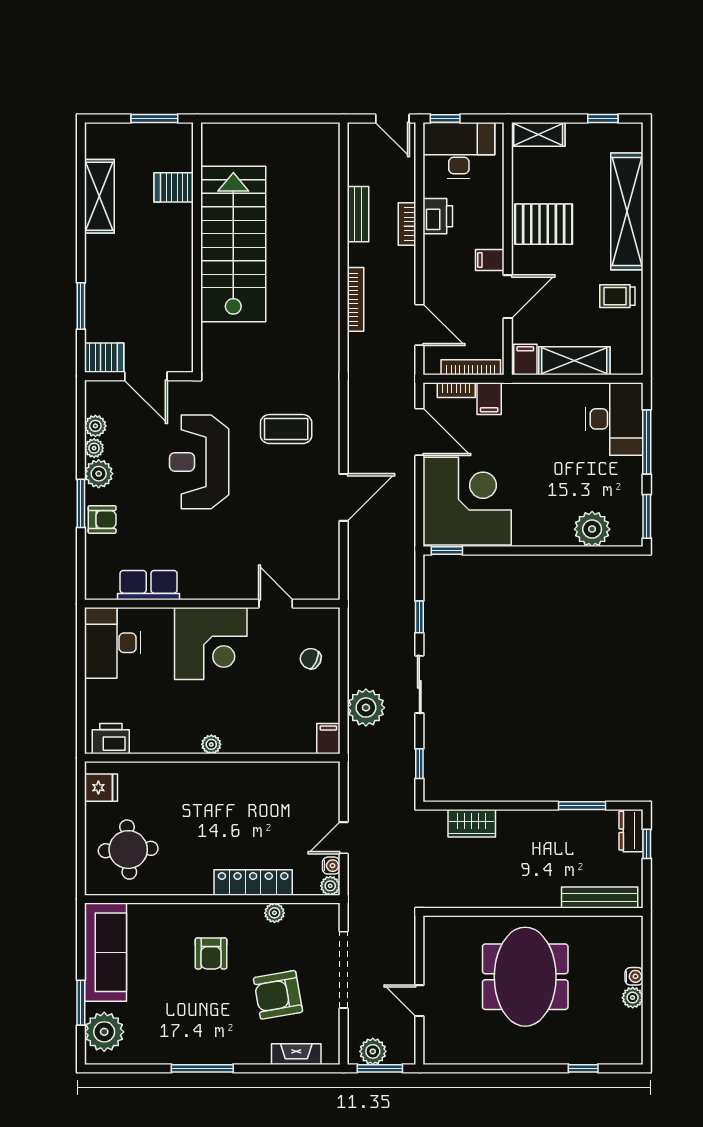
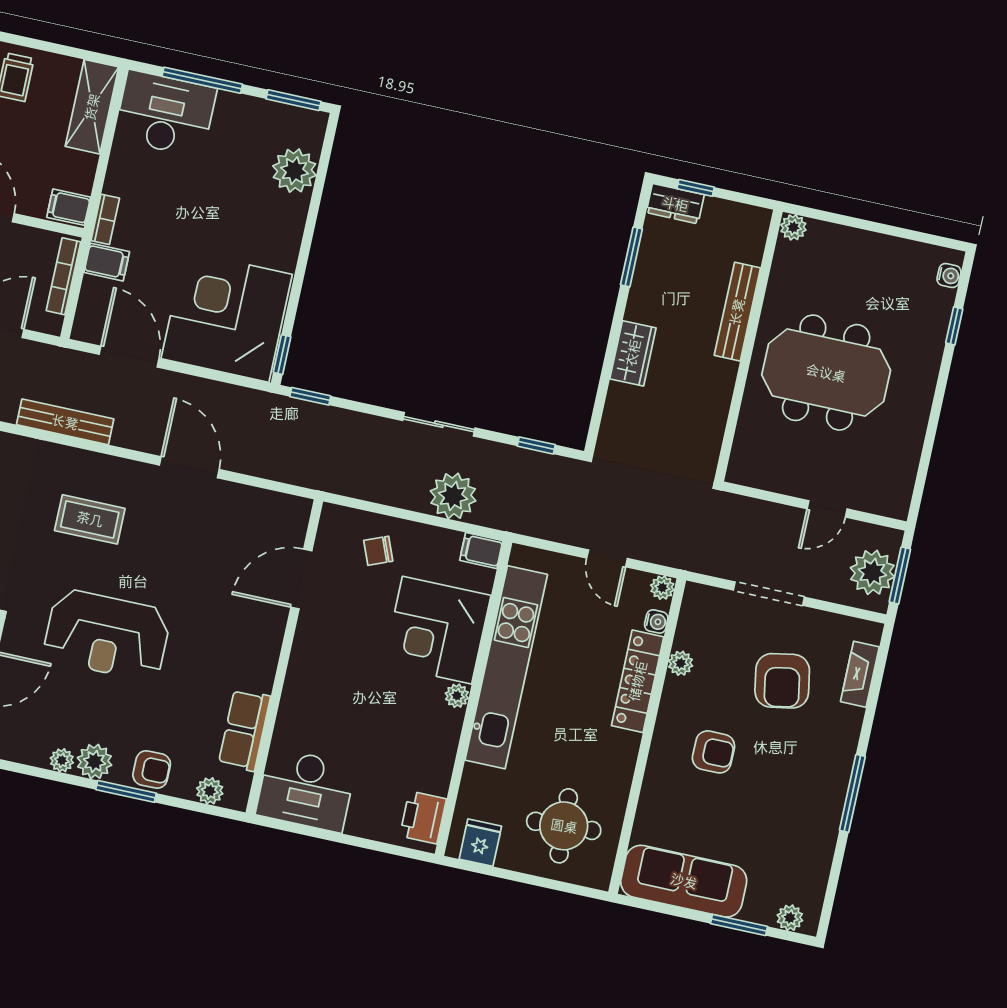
shelving: (574, 361) -> (92, 107), moved
bookcase: (456, 390) -> (105, 219), moved
bench: (358, 393) -> (65, 422), added
plant: (95, 426) -> (210, 791), moved
coffee table: (286, 429) -> (90, 519), turned 90
door: (419, 432) -> (129, 357), hinge flipped
armchair: (102, 520) -> (152, 770), turned 90
door: (276, 604) -> (301, 579), width x1.38
window: (419, 617) -> (310, 396), moved
corner desk: (211, 643) -> (437, 630), moved, turned 180
chair: (311, 659) -> (378, 551), turned 42
kitchen unit: (242, 778) -> (506, 667), added
wardrobe: (472, 823) -> (633, 353), moved
water cooler: (331, 866) -> (656, 621), moved, turned 90
bench: (600, 897) -> (737, 312), moved
doorway: (344, 970) -> (769, 594), width x0.73
water cooler: (634, 976) -> (949, 276), moved, turned 90
plant: (633, 998) -> (793, 227), moved
plant: (104, 1032) -> (790, 918), width x0.53, depth x0.53
plant: (373, 1051) -> (872, 572), width x1.36, depth x1.36

